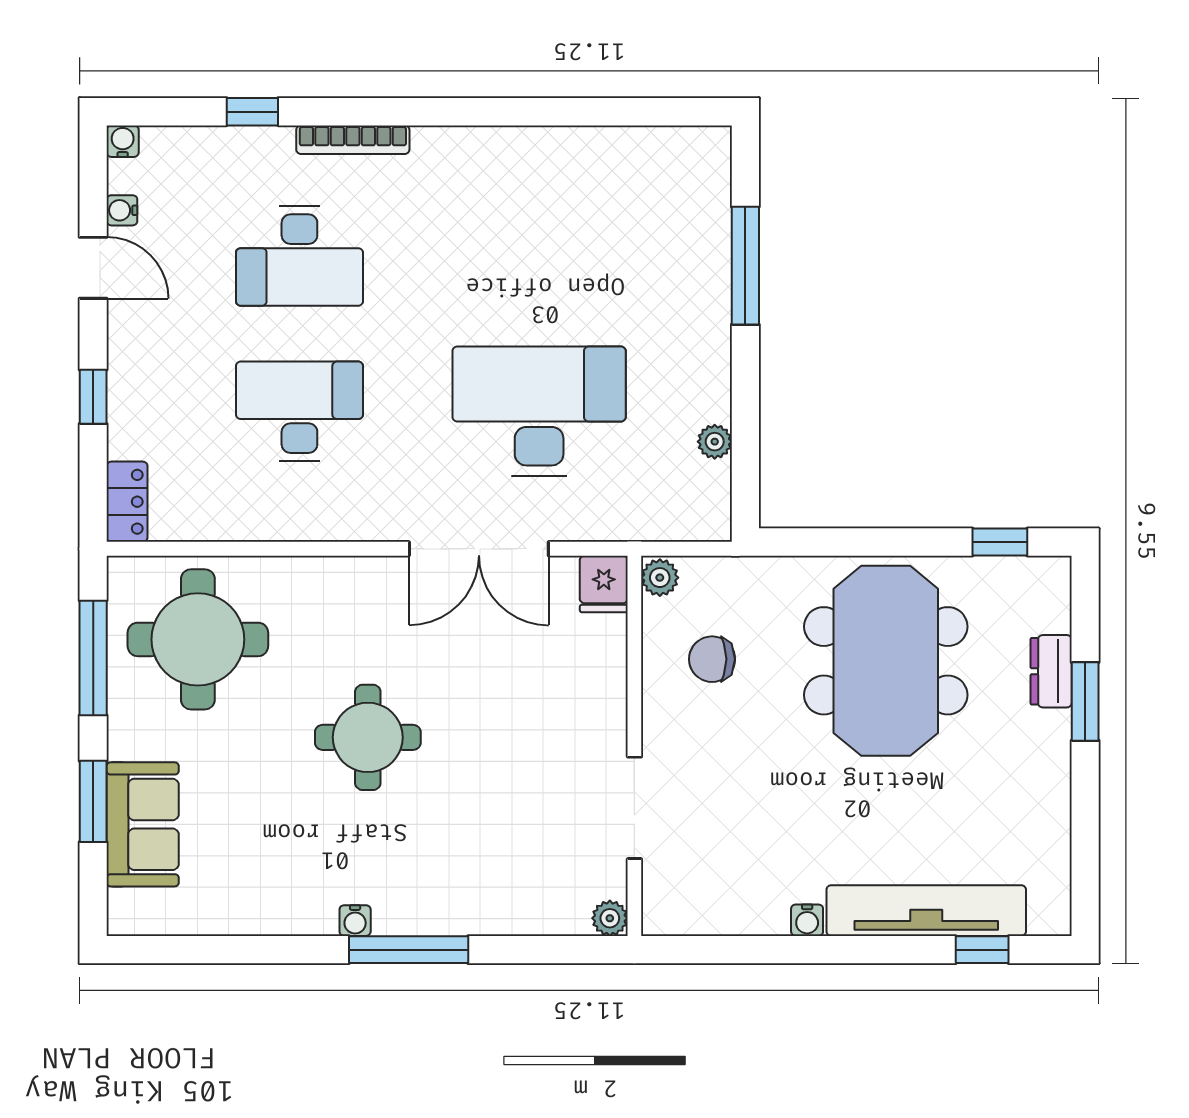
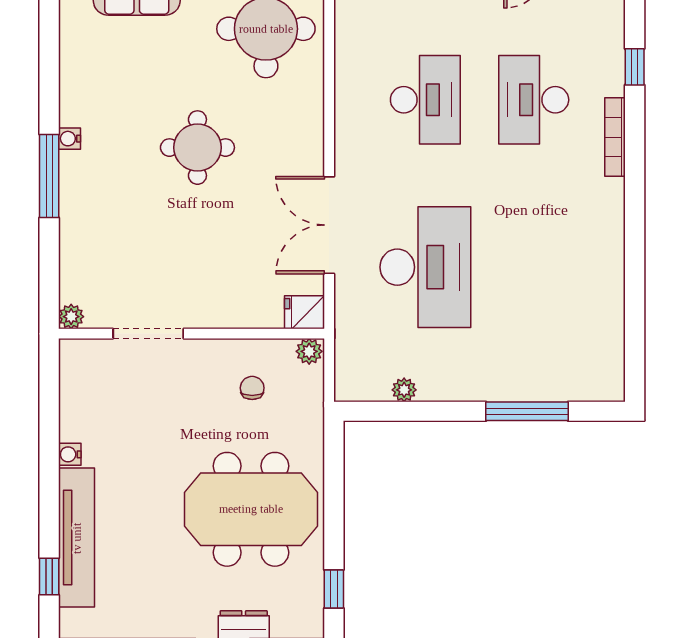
chair: (712, 659) -> (252, 388), width x0.73, depth x0.73

